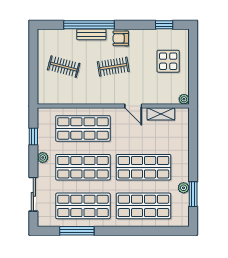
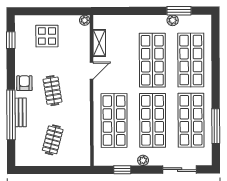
armchair: (121, 38) -> (24, 83), turned 180

